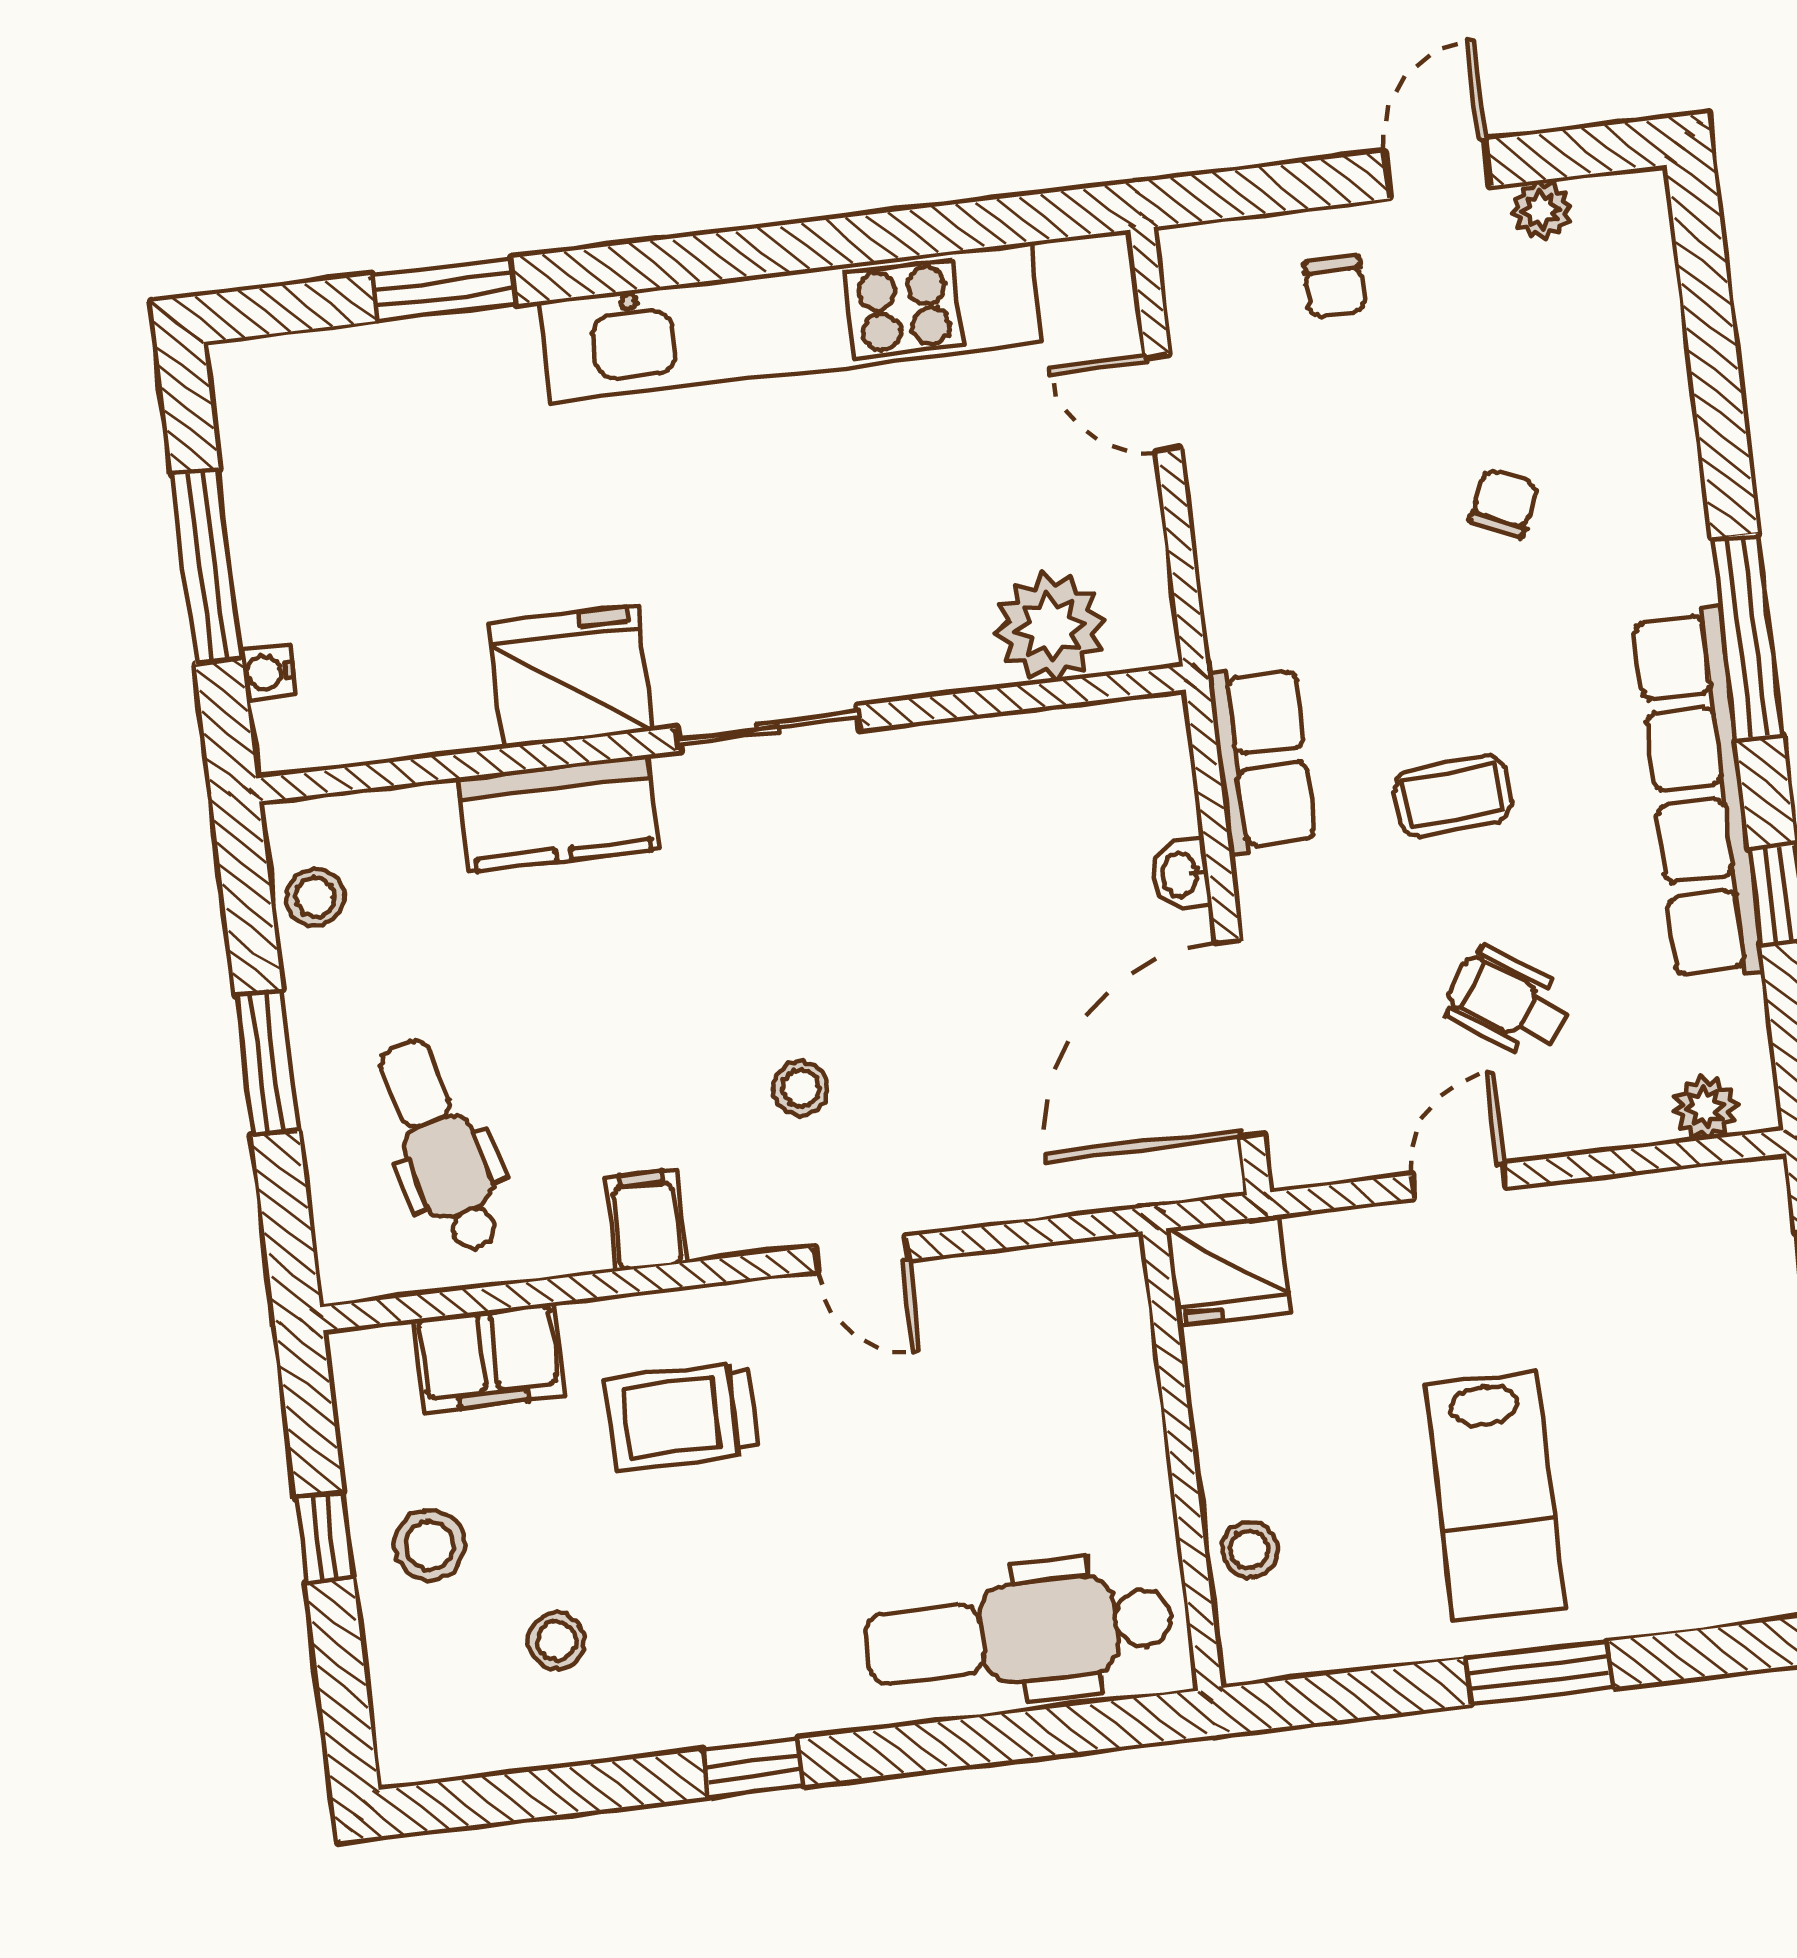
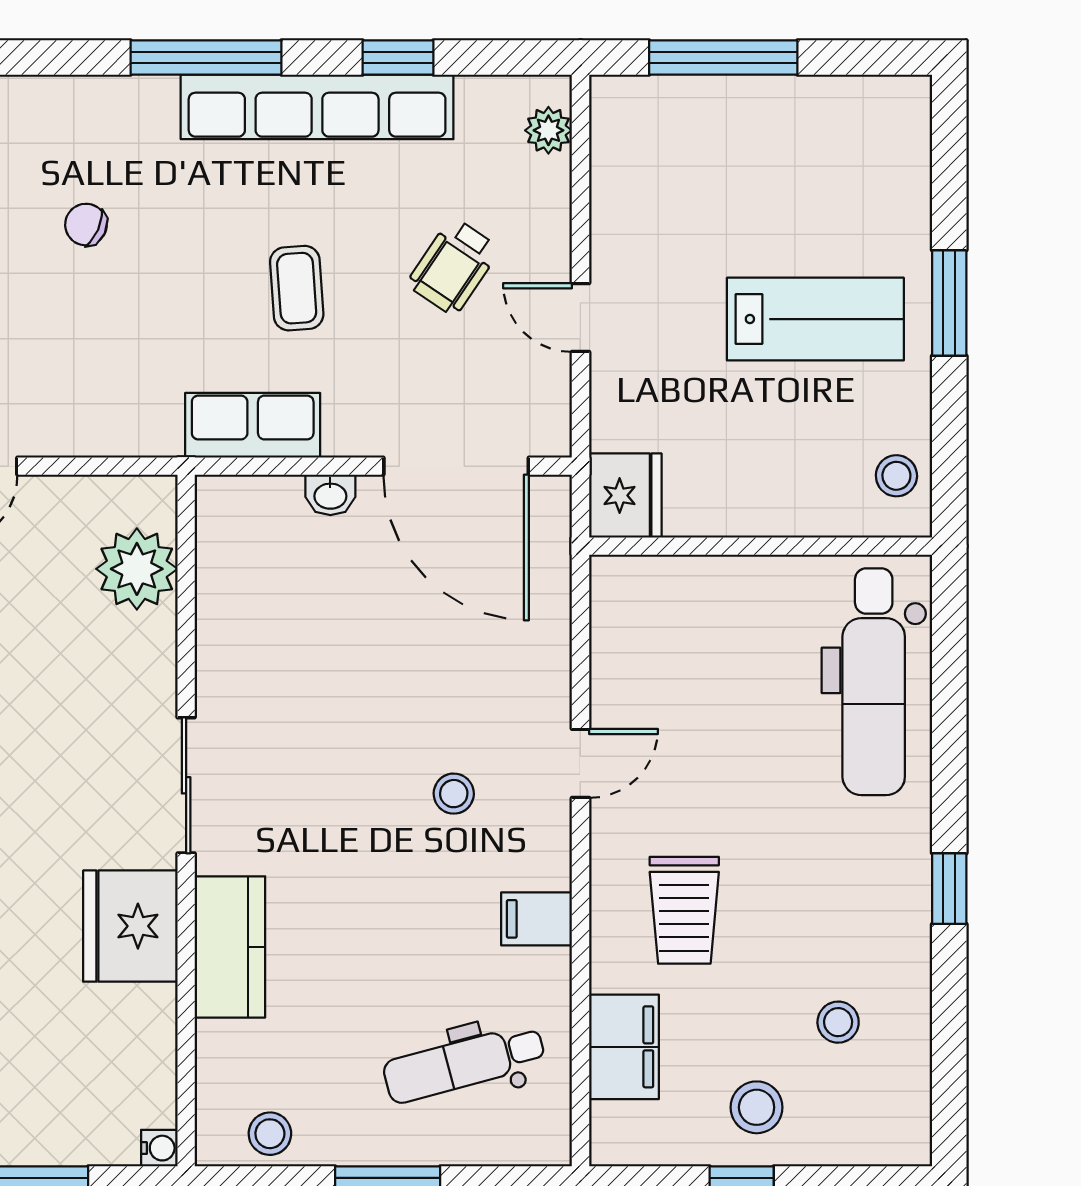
water cooler: (268, 672) -> (159, 1148), moved, turned -90
stool: (1249, 1550) -> (896, 476), moved

